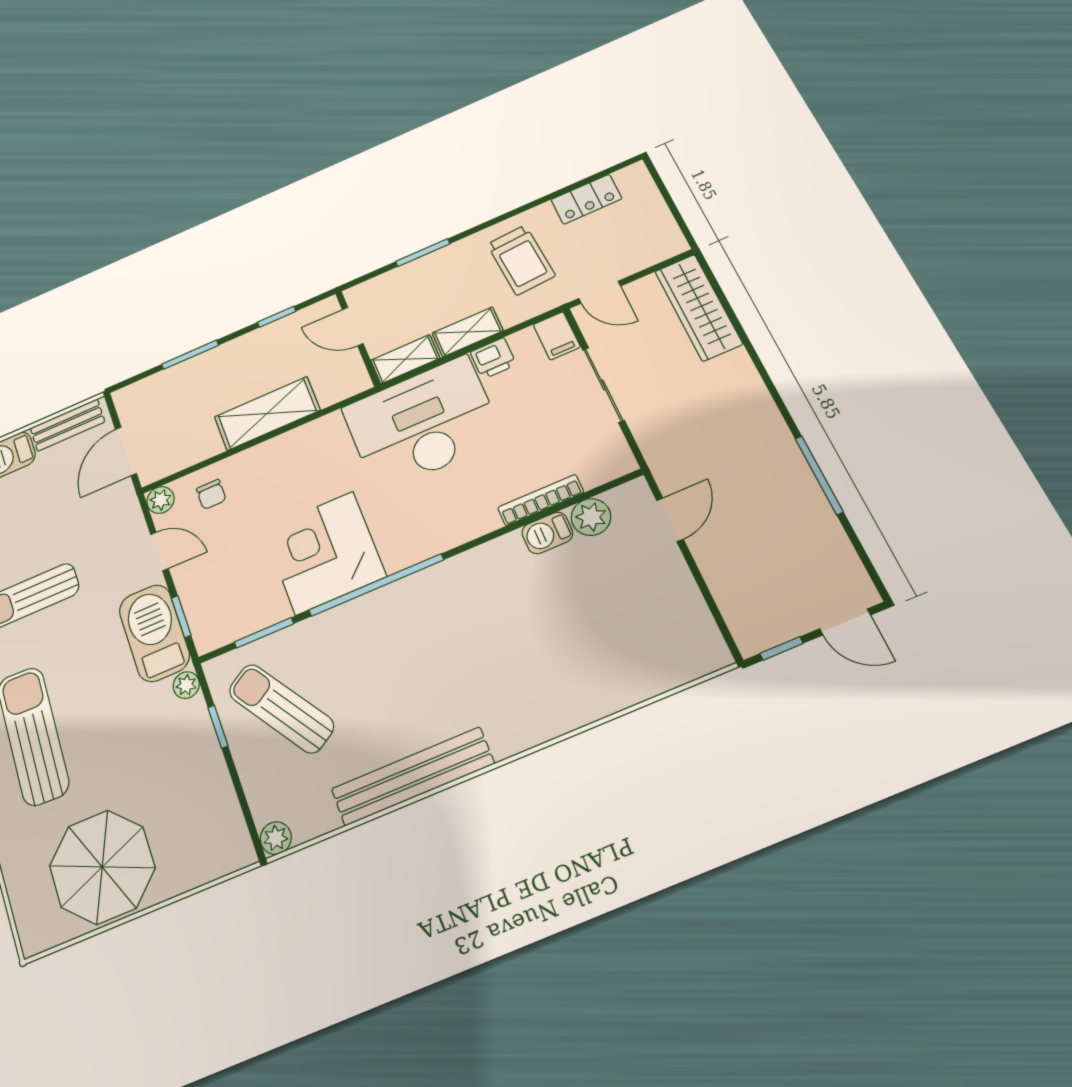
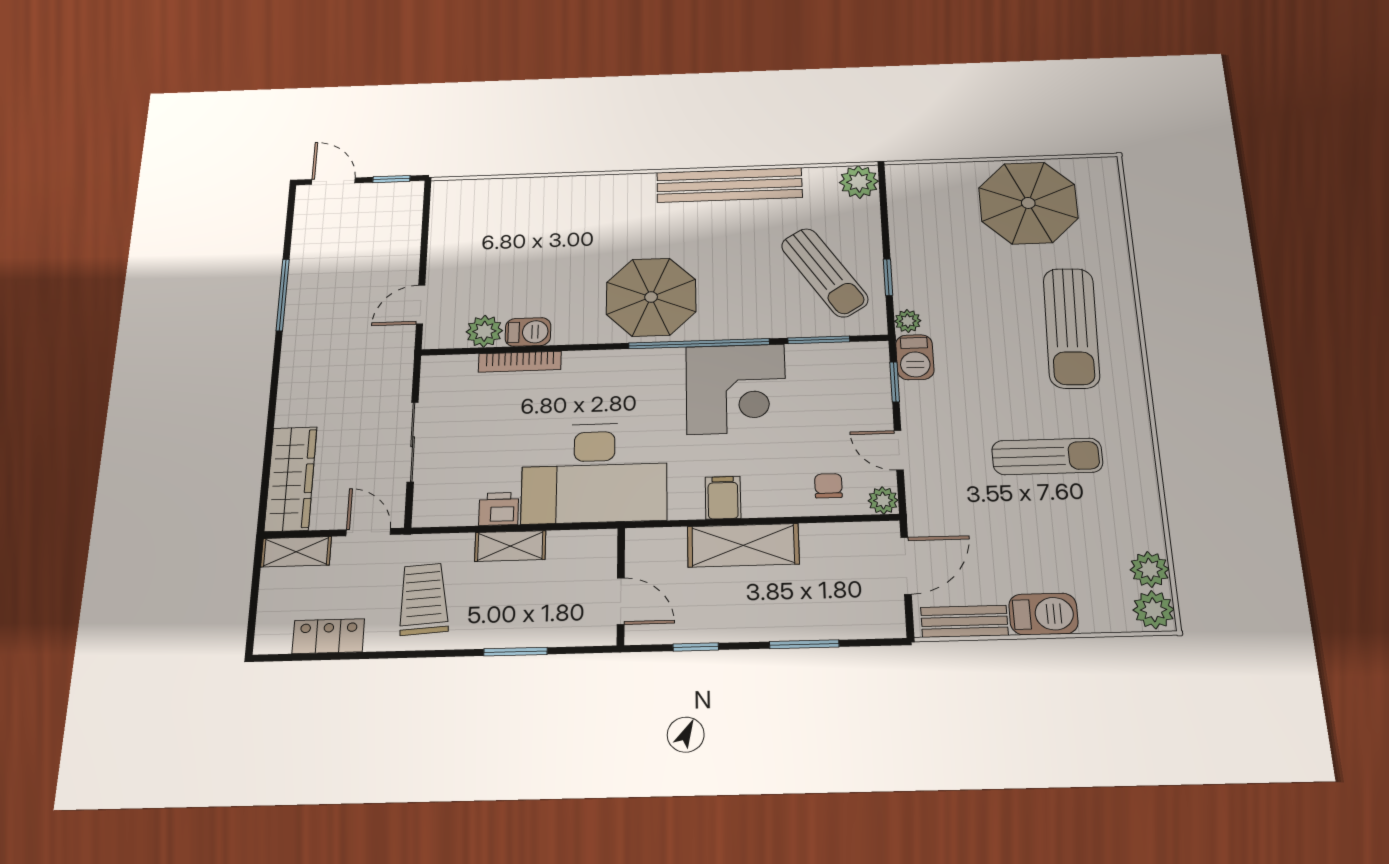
filing cabinet: (557, 336) -> (723, 498), moved
shelving: (405, 359) -> (296, 552), moved
parasol: (442, 616) -> (651, 297), added
barbecue: (154, 633) -> (915, 357), width x0.53, depth x0.65
plant: (276, 838) -> (859, 182), width x1.38, depth x1.38

